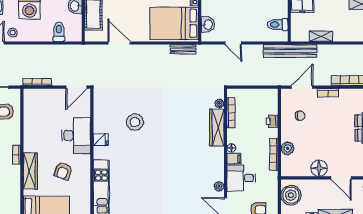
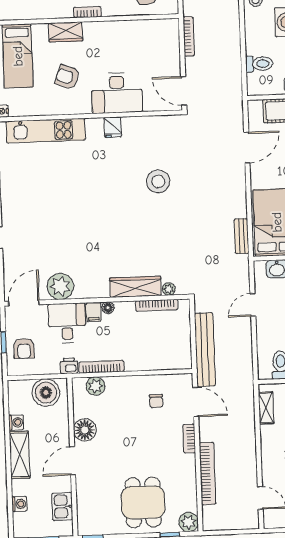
shelving: (321, 36) -> (266, 408), moved
bench: (290, 51) -> (205, 350), moved
printer: (272, 121) -> (69, 366), moved
stool: (135, 122) -> (158, 181), moved
plant: (288, 148) -> (95, 386), moved
wardrobe: (30, 171) -> (66, 32), width x0.67
plant: (219, 186) -> (60, 286), width x1.88, depth x1.88

